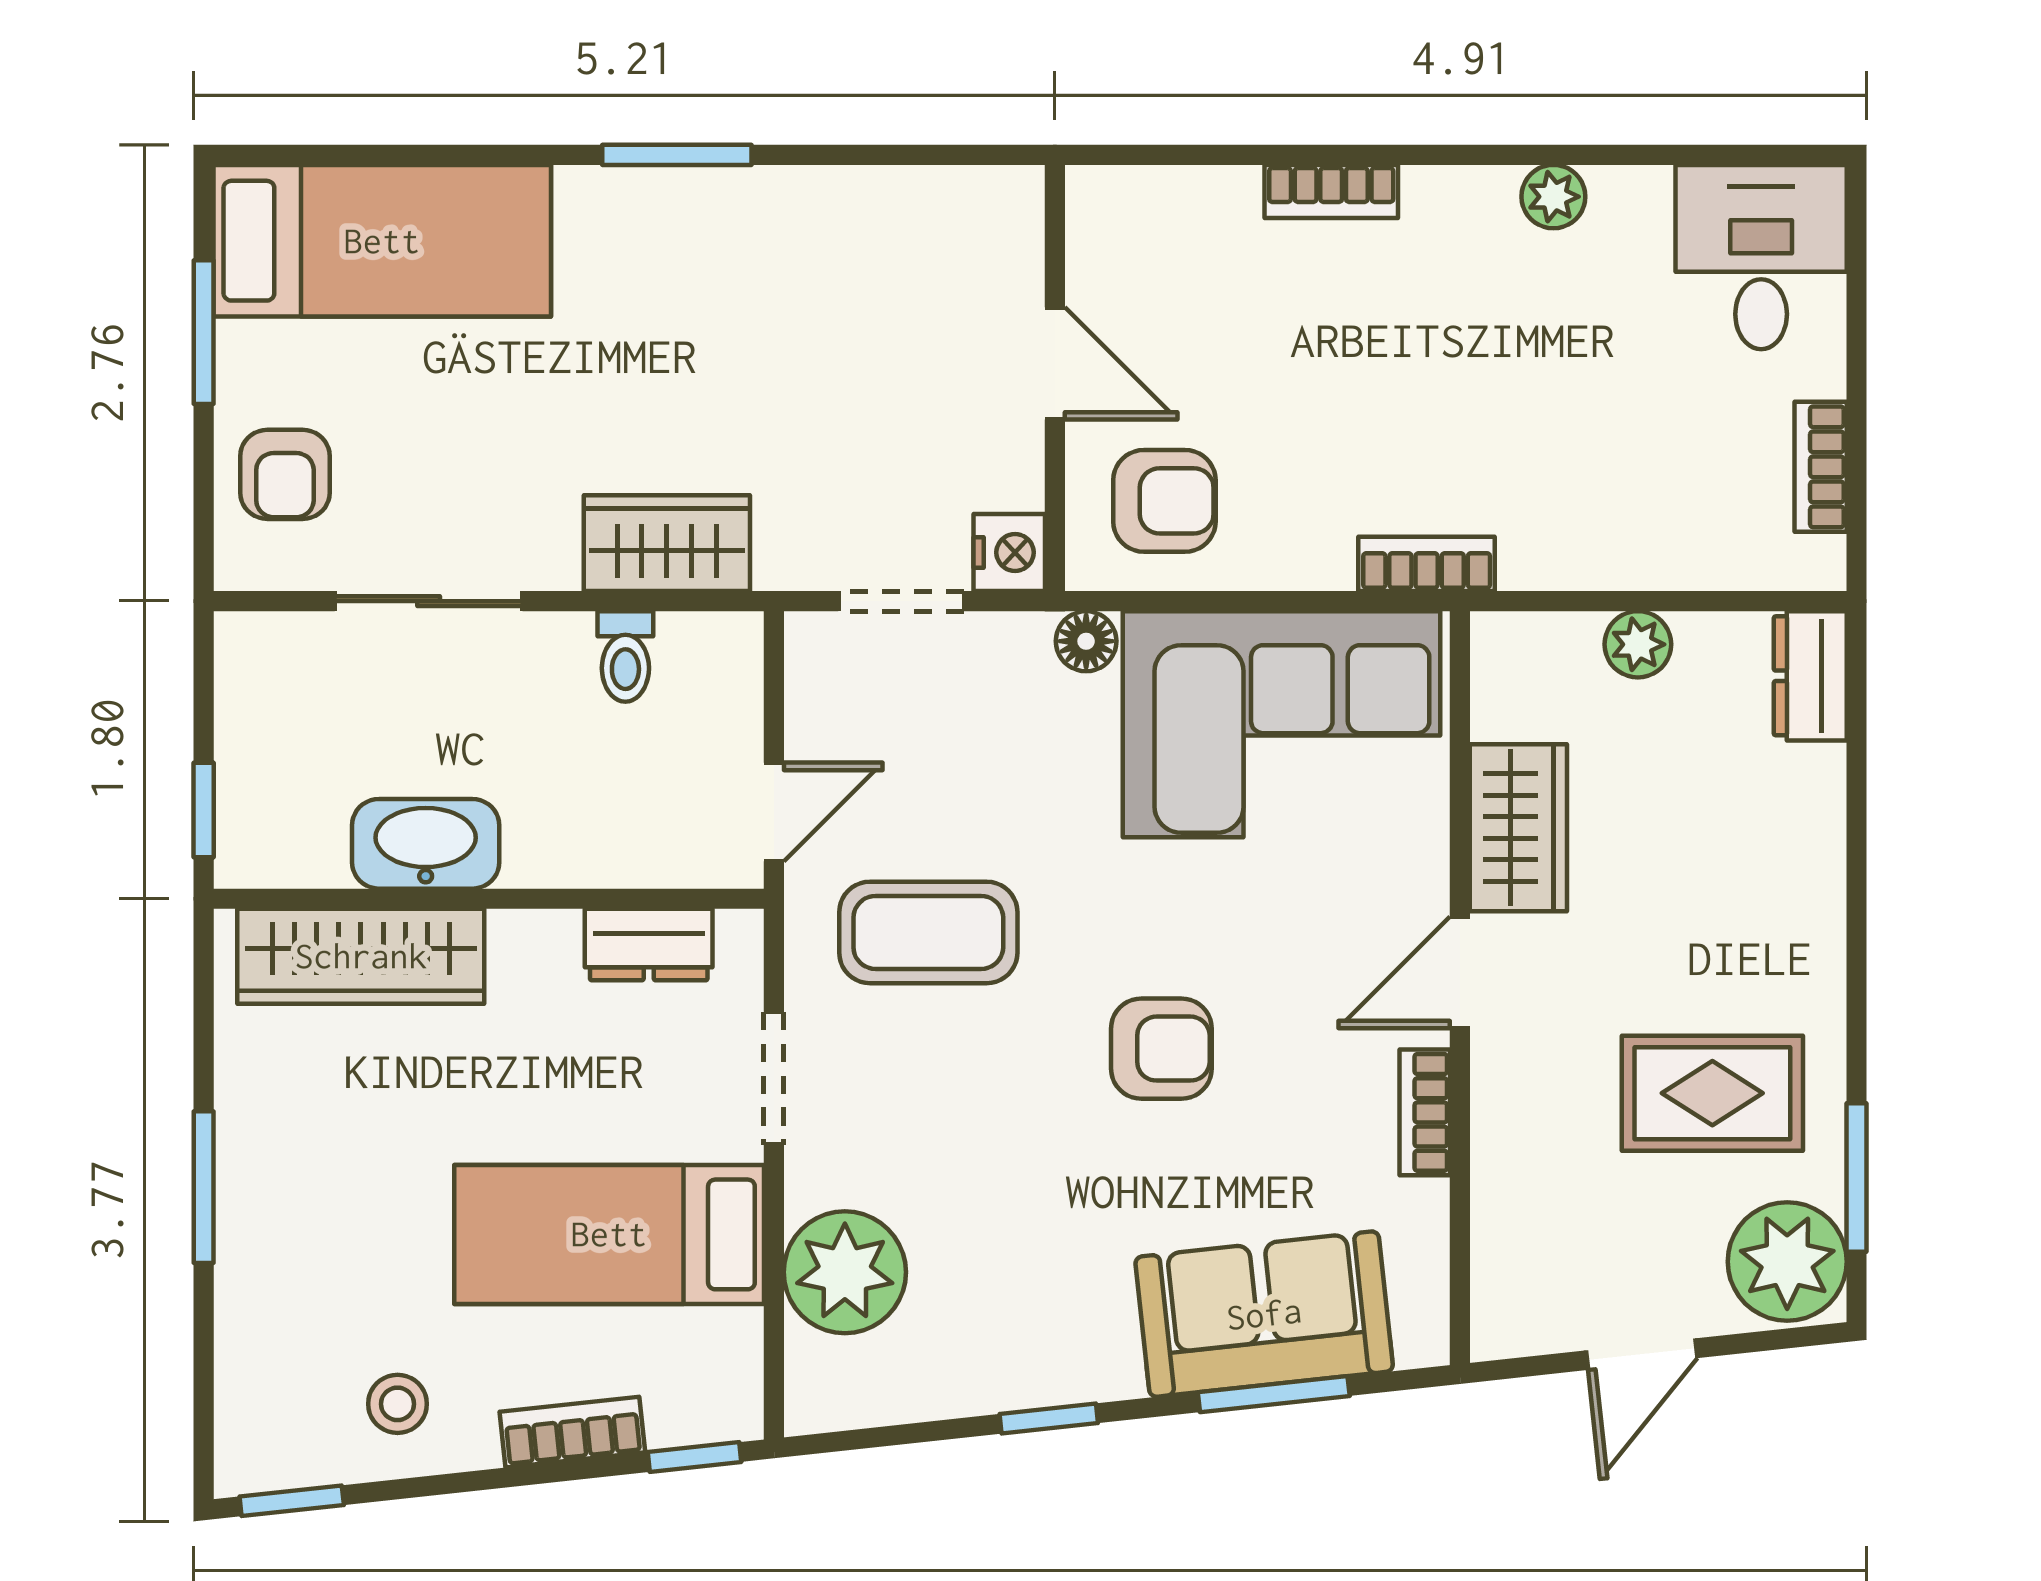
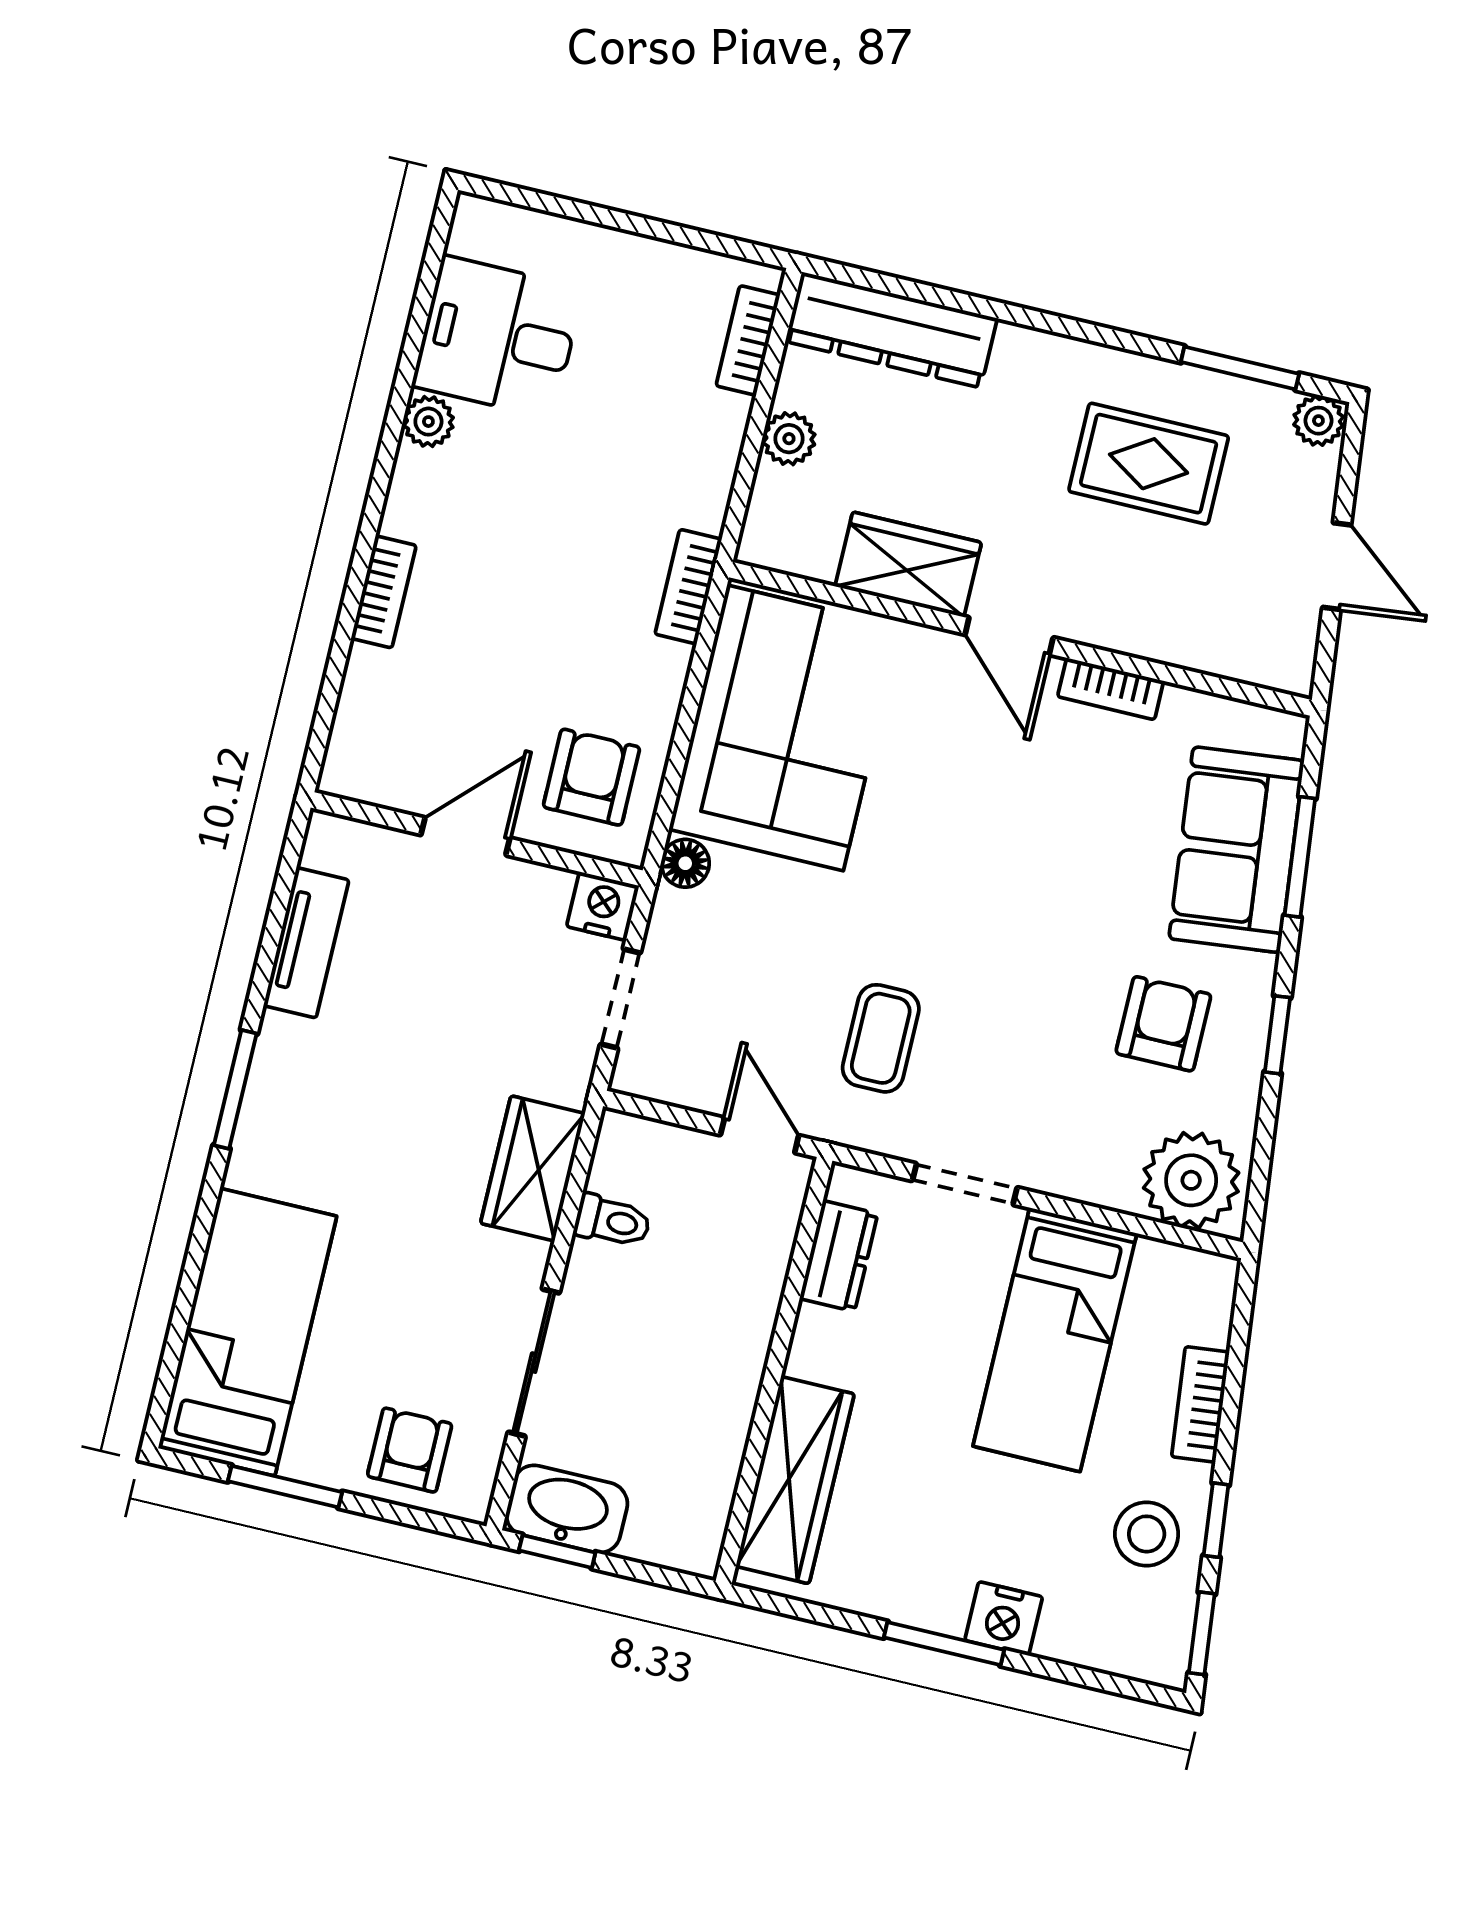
tv unit: (878, 199) -> (306, 943), added
desk: (1761, 257) -> (498, 337), moved
bookcase: (1821, 467) -> (748, 340), moved, turned 90
armchair: (285, 474) -> (410, 1450), turned -90
dresser: (1810, 676) -> (891, 330), width x1.96, depth x1.24
window: (204, 810) -> (557, 1551), moved
washbasin: (426, 844) -> (567, 1509), moved, turned 90
coffee table: (928, 932) -> (881, 1038), width x0.73, depth x0.77
armchair: (1161, 1049) -> (1163, 1024), moved
rug: (1712, 1093) -> (1149, 464), turned 90
nightstand: (252, 1253) -> (1004, 1619), added
plant: (1787, 1262) -> (1318, 421), width x0.53, depth x0.53
plant: (845, 1272) -> (1191, 1180), moved
stool: (398, 1404) -> (1147, 1534), width x1.37, depth x1.37
window: (694, 1457) -> (1216, 1520), moved

